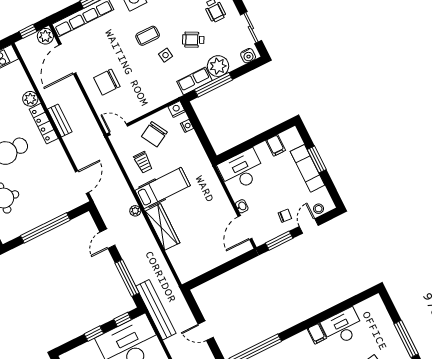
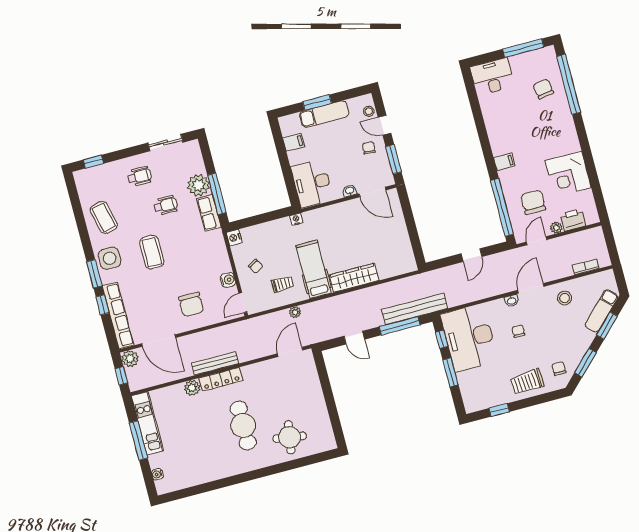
coffee table: (148, 36) -> (152, 252), width x1.36, depth x1.30
wheelchair: (193, 40) -> (166, 205), turned -118
side table: (166, 55) -> (176, 238), removed
water cooler: (248, 56) -> (228, 280), moved
bench: (60, 120) -> (215, 363), width x1.36
nightstand: (187, 126) -> (296, 219), moved
chair: (154, 134) -> (256, 266), width x0.54, depth x0.54
door: (82, 182) -> (290, 352), hinge flipped
plant: (135, 211) -> (295, 312), moved
window: (45, 228) -> (330, 400), removed
bench: (156, 310) -> (415, 309), moved
desk: (342, 327) -> (492, 77), moved, turned 90
window: (94, 334) -> (450, 372), width x1.50
filing cabinet: (317, 334) -> (504, 162), moved

